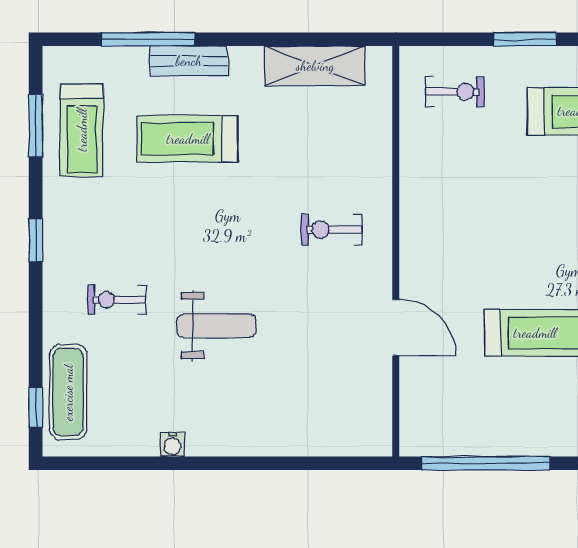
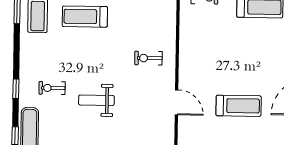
window: (36, 240) -> (16, 89), moved
weight bench: (216, 326) -> (96, 100), turned 180

